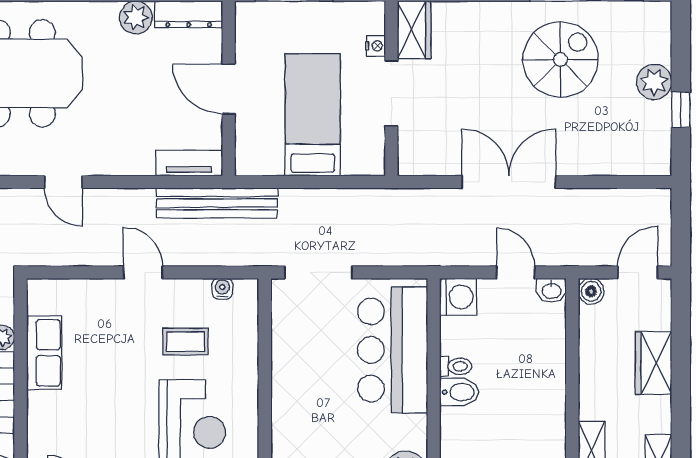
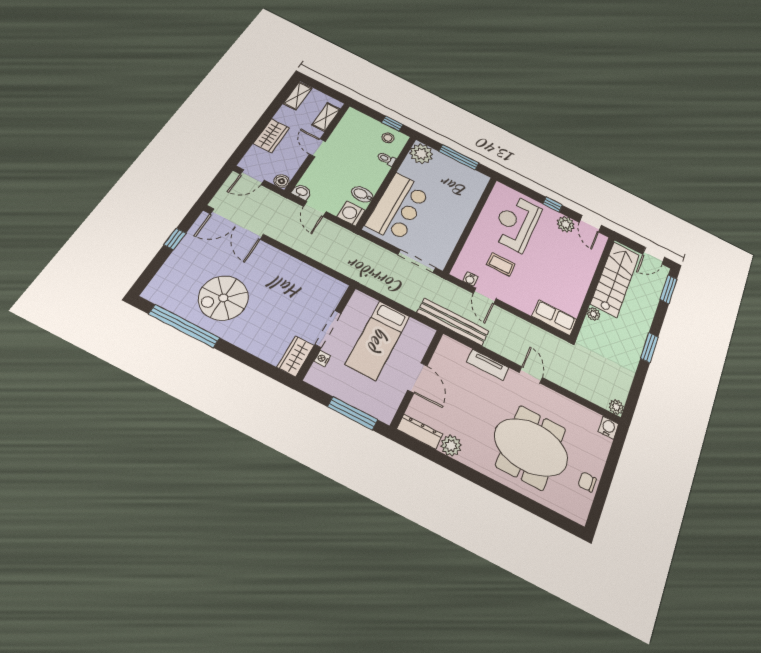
plant: (654, 82) -> (179, 260), removed
tv unit: (189, 163) -> (488, 365), moved
double door: (509, 182) -> (237, 224), moved
door: (143, 272) -> (485, 296), moved
row of seats: (44, 353) -> (554, 318), moved, turned 90
toilet: (456, 366) -> (386, 159), moved
door: (572, 384) -> (317, 148), added
bidet: (459, 392) -> (362, 194), moved

